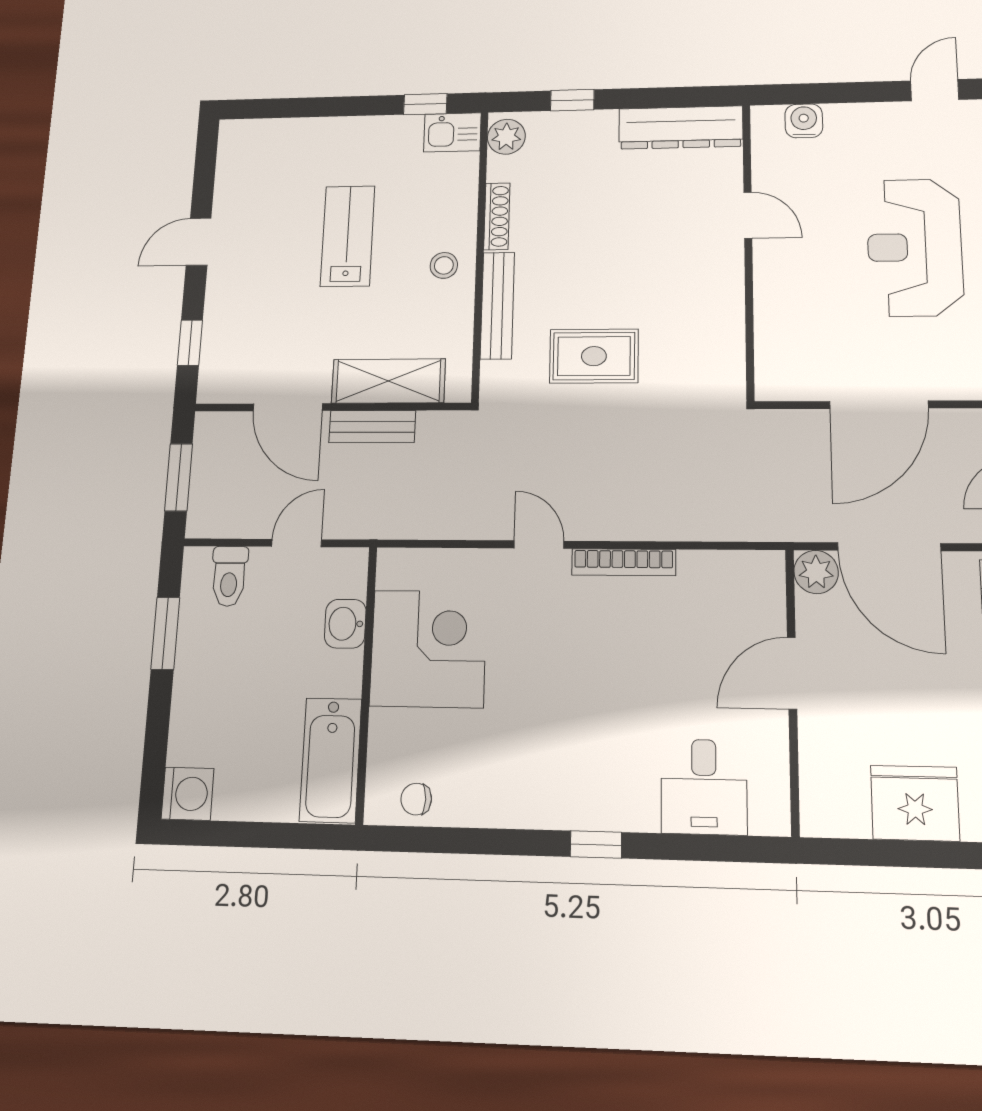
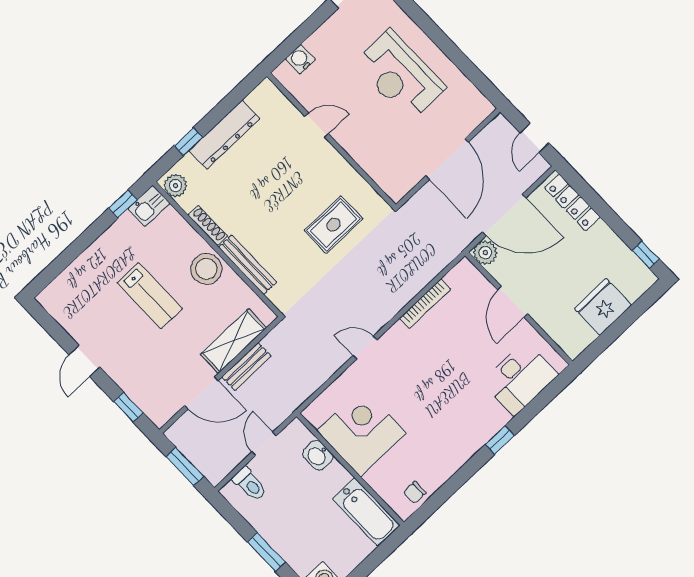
dresser: (681, 128) -> (224, 135), moved
lab bench: (348, 236) -> (150, 296), turned 180
stool: (444, 265) -> (206, 269), width x1.89, depth x1.89
rug: (594, 356) -> (333, 225), moved
bookcase: (624, 562) -> (425, 304), moved
window: (165, 633) -> (266, 552), moved
desk: (704, 787) -> (520, 378), width x1.37

